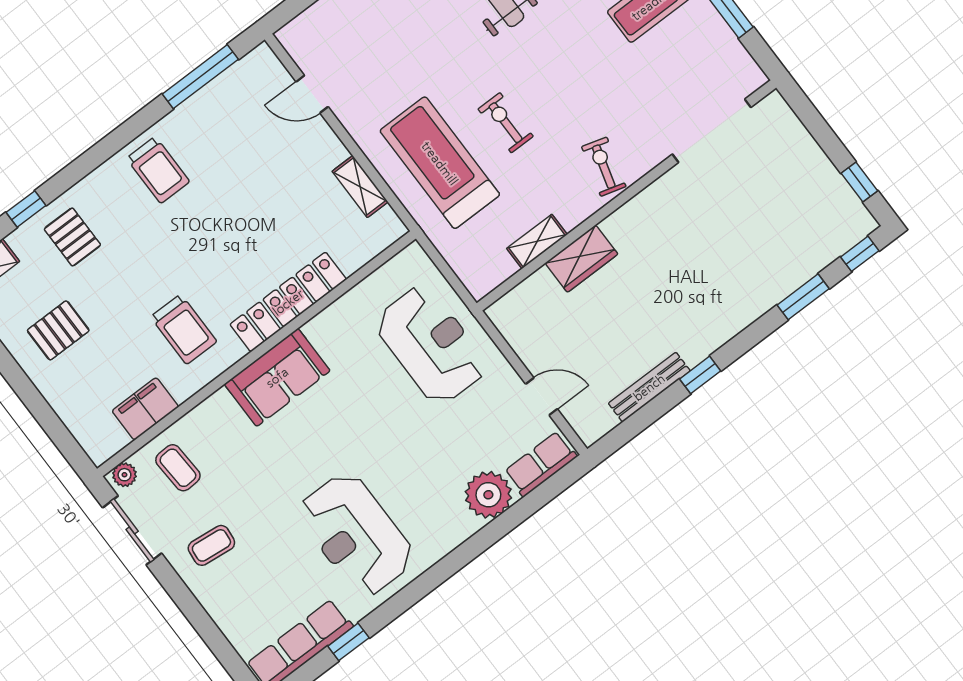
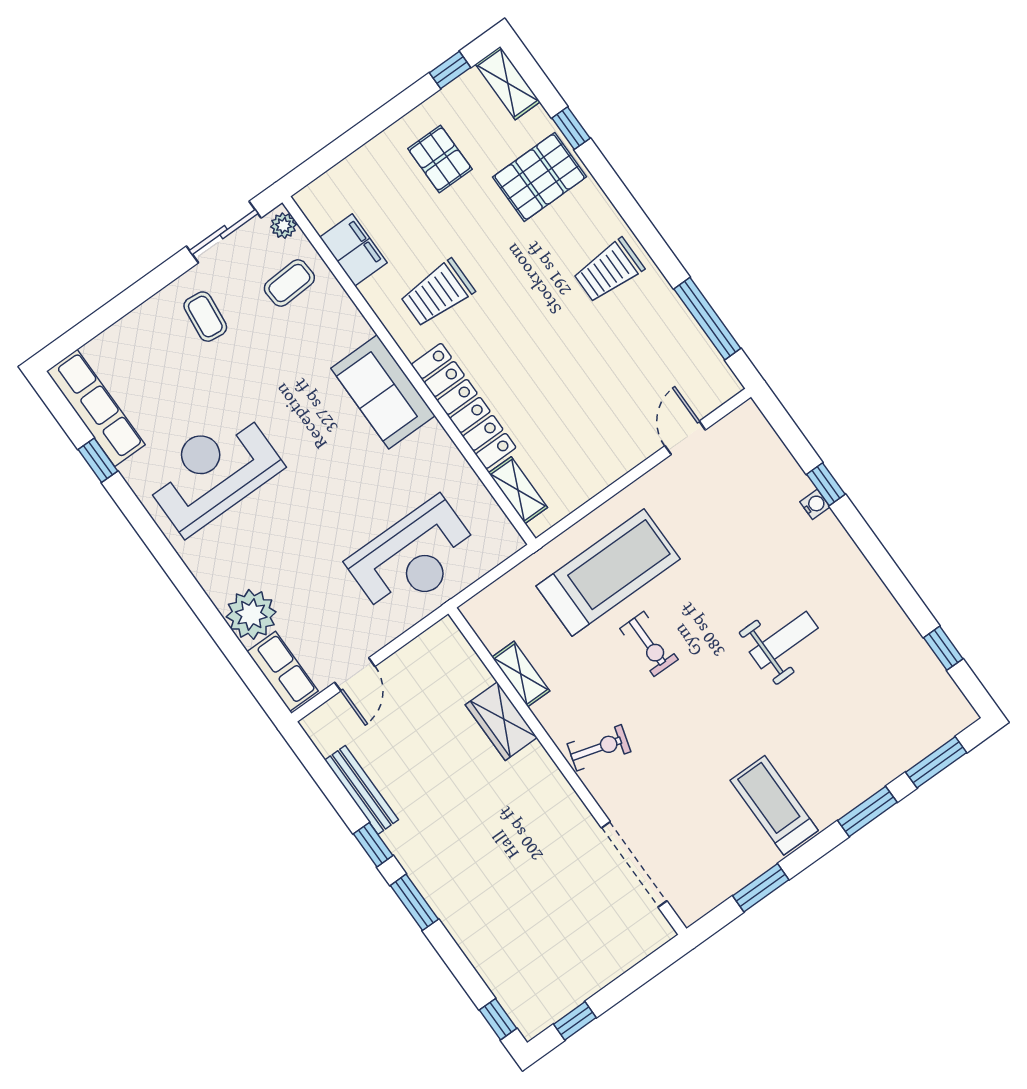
exercise bike: (506, 123) -> (649, 644), turned 90
shelving: (360, 187) -> (518, 490), moved, turned 90
pallet: (72, 237) -> (540, 177), width x1.50, depth x1.42
window: (803, 297) -> (414, 902), moved

